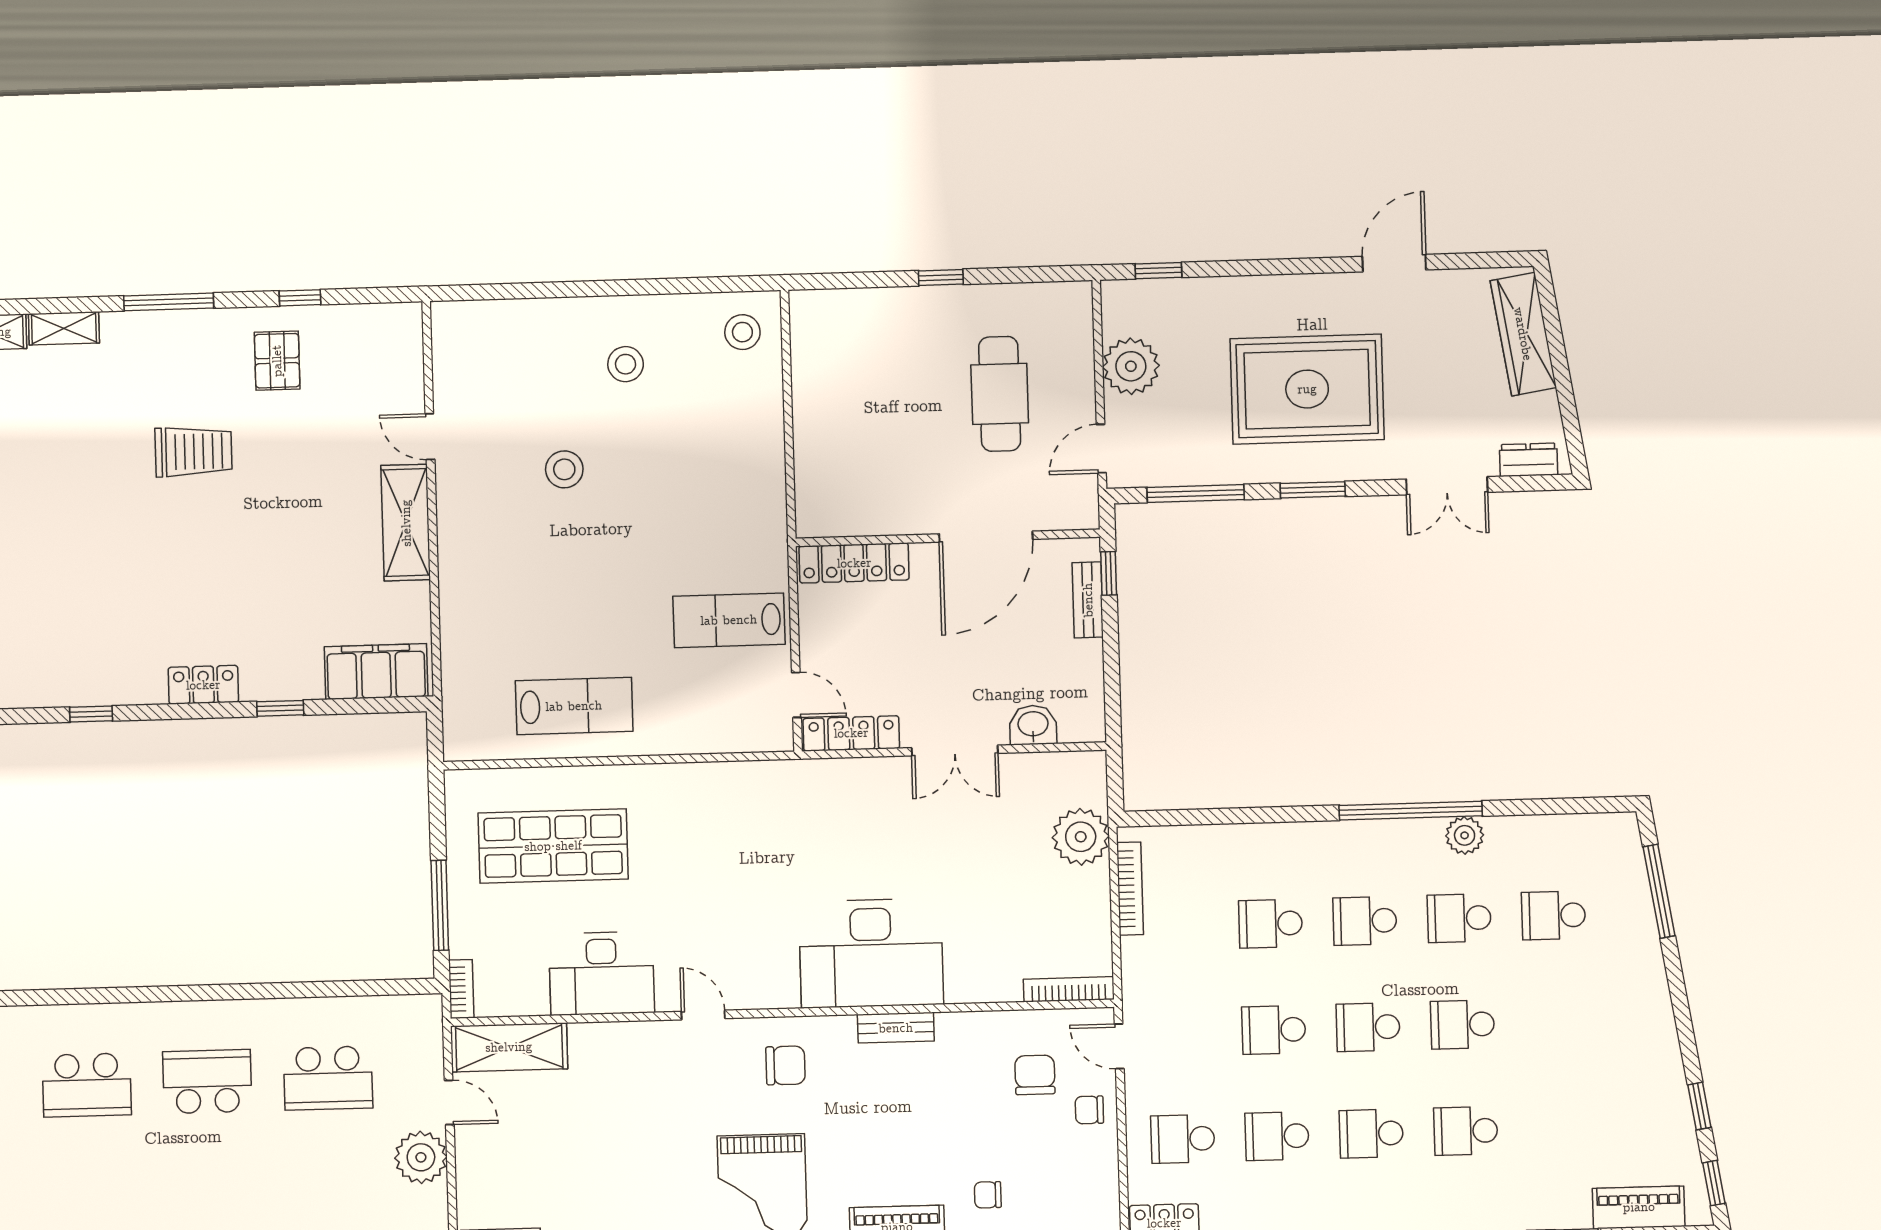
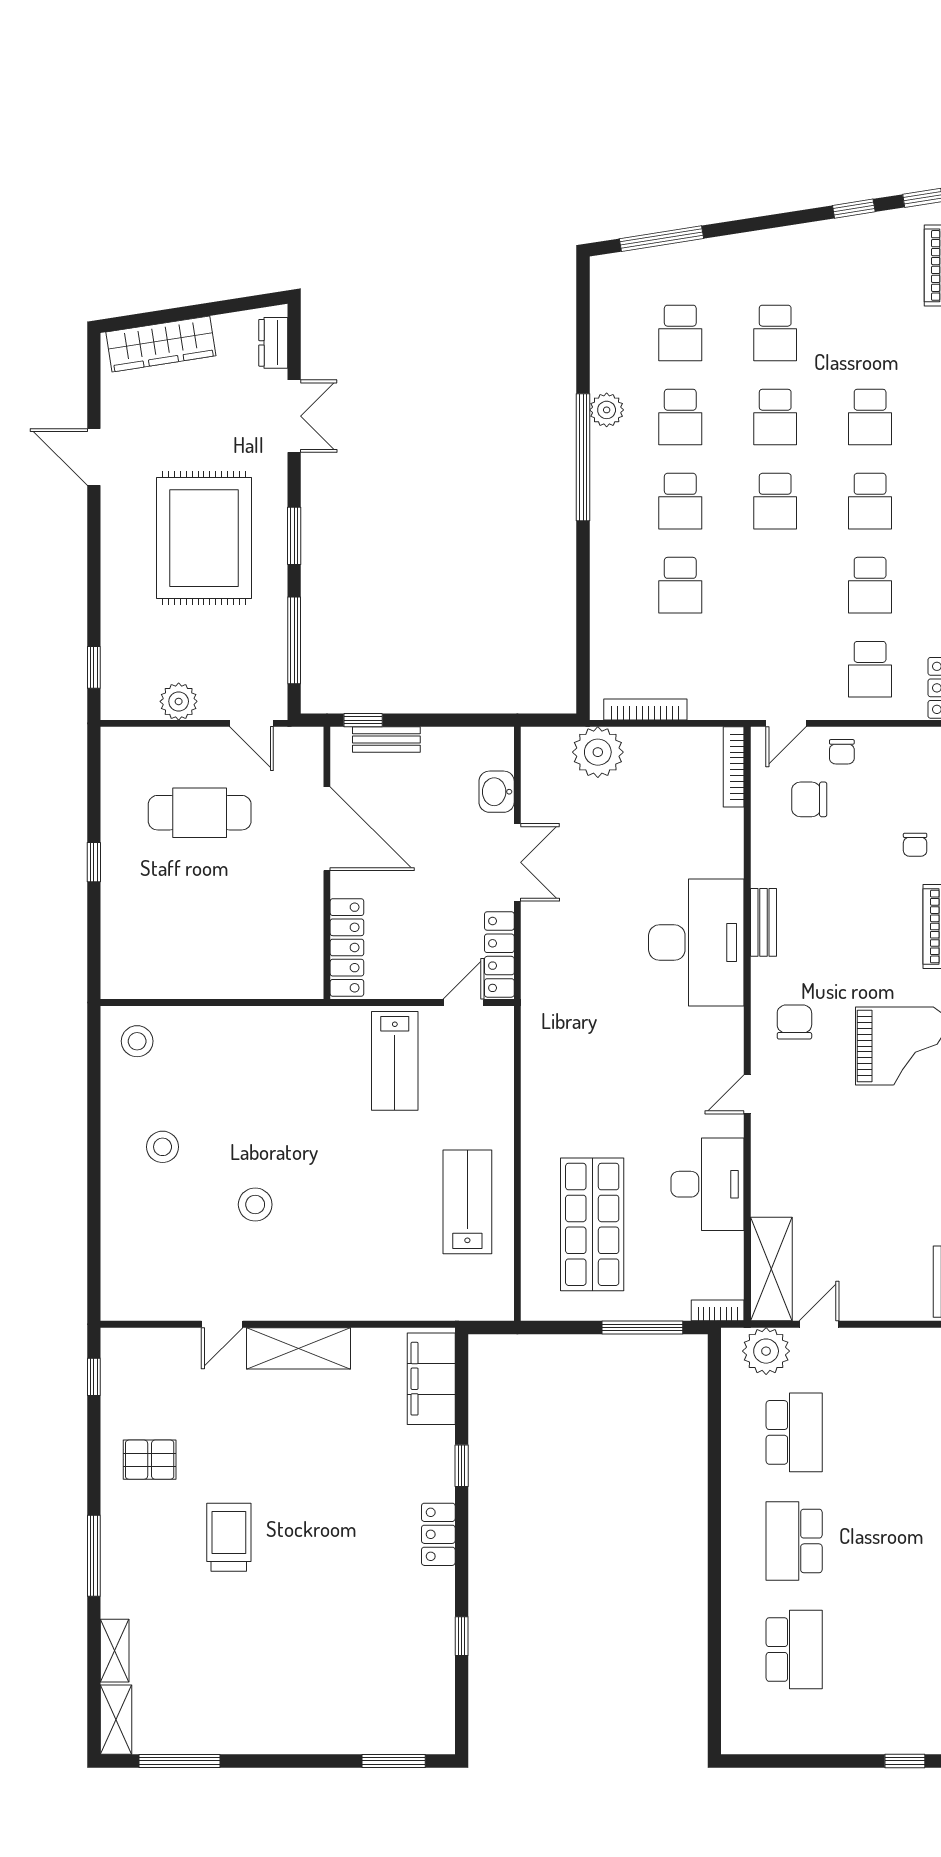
window: (300, 298) -> (94, 1377), moved
plant: (1131, 366) -> (179, 701), width x0.73, depth x0.73
school desk: (1274, 1030) -> (775, 333), moved
plant: (421, 1157) -> (766, 1351), moved

